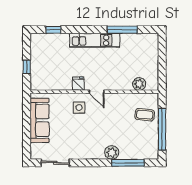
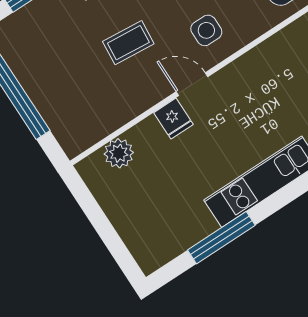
fridge: (78, 84) -> (173, 119), moved
coffee table: (145, 115) -> (128, 43), moved

